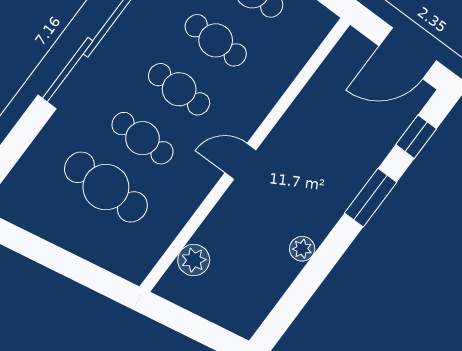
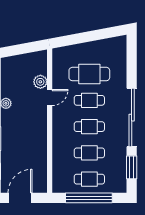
door: (240, 161) -> (50, 98), moved
plant: (194, 260) -> (40, 82), moved

